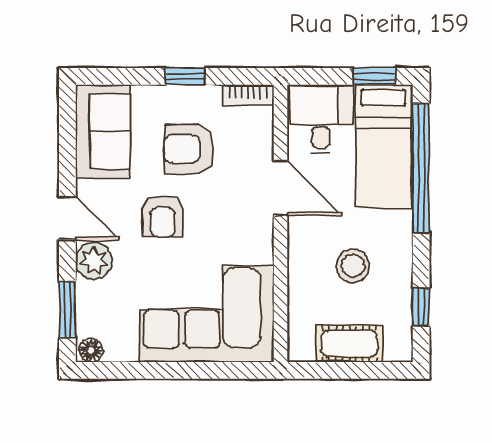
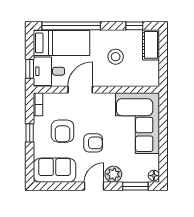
window: (374, 76) -> (30, 69), moved
cot: (349, 344) -> (151, 45), moved

